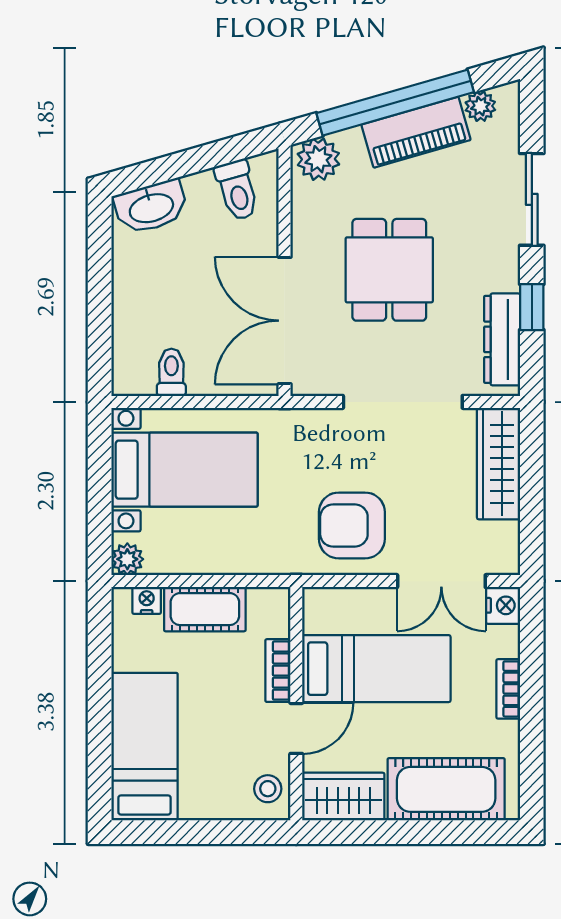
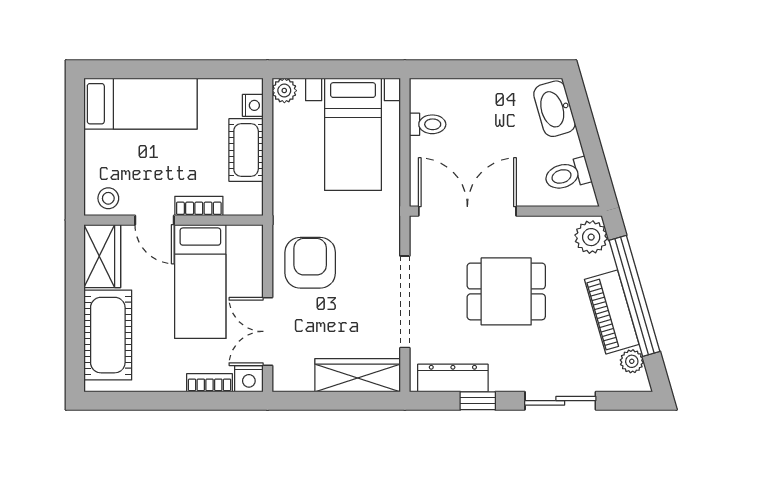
bookcase: (508, 689) -> (210, 383), moved

